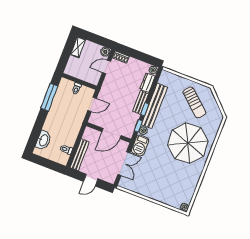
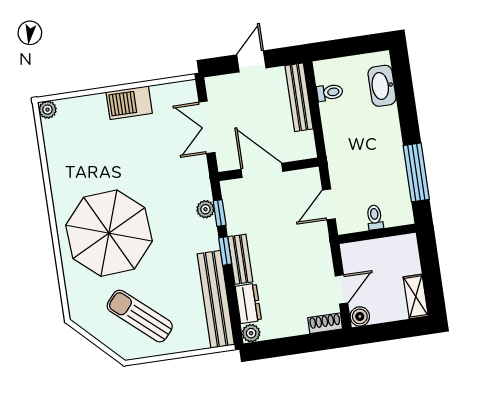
bench: (154, 106) -> (216, 299), moved
door: (111, 134) -> (262, 170), hinge flipped
barbecue: (140, 145) -> (129, 103), moved, turned -90

